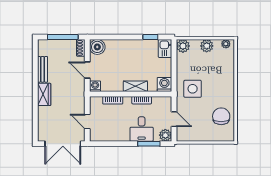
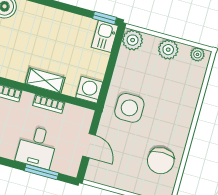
window: (150, 37) -> (105, 18), moved
chair: (221, 116) -> (161, 161), turned 180
plant: (165, 135) -> (70, 166), removed

